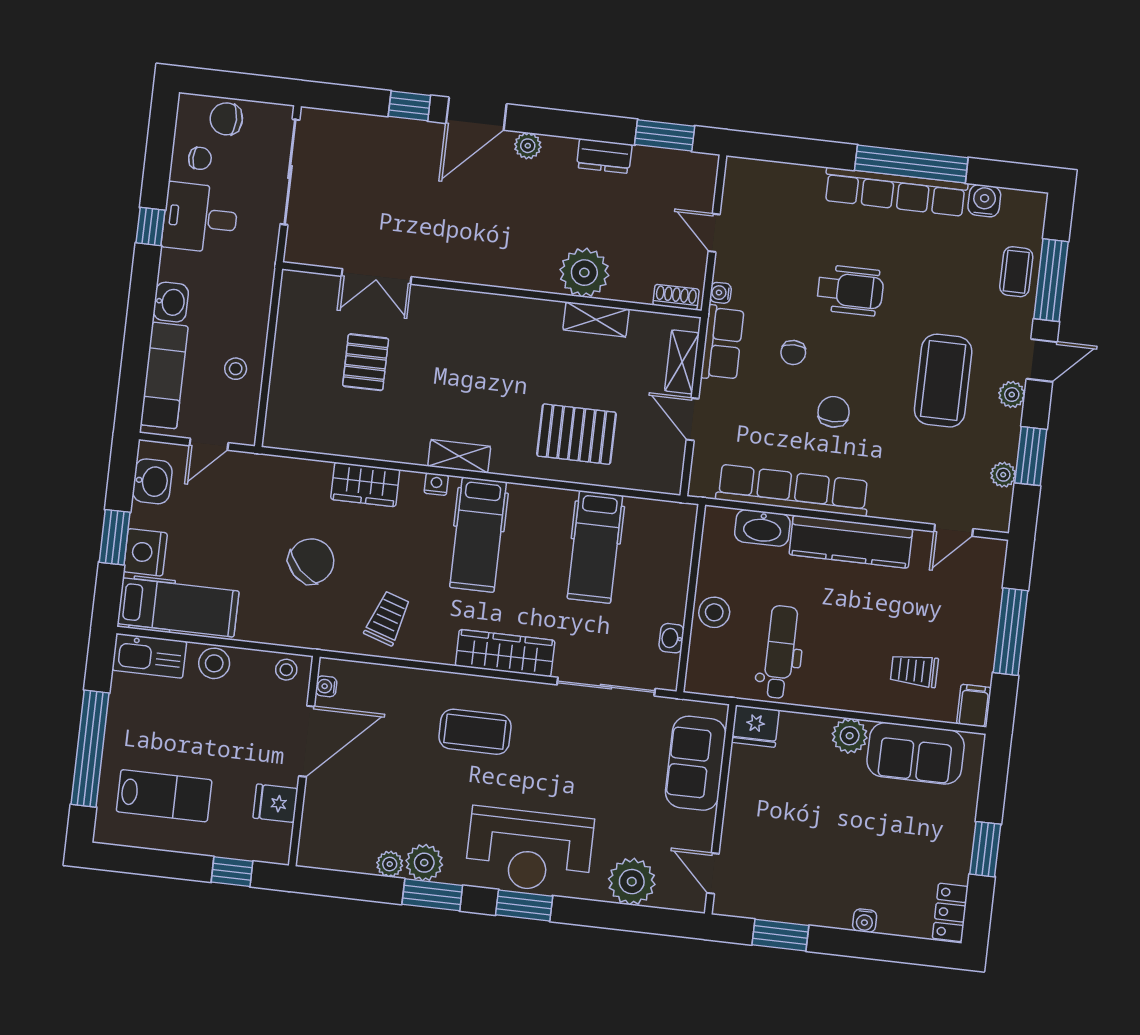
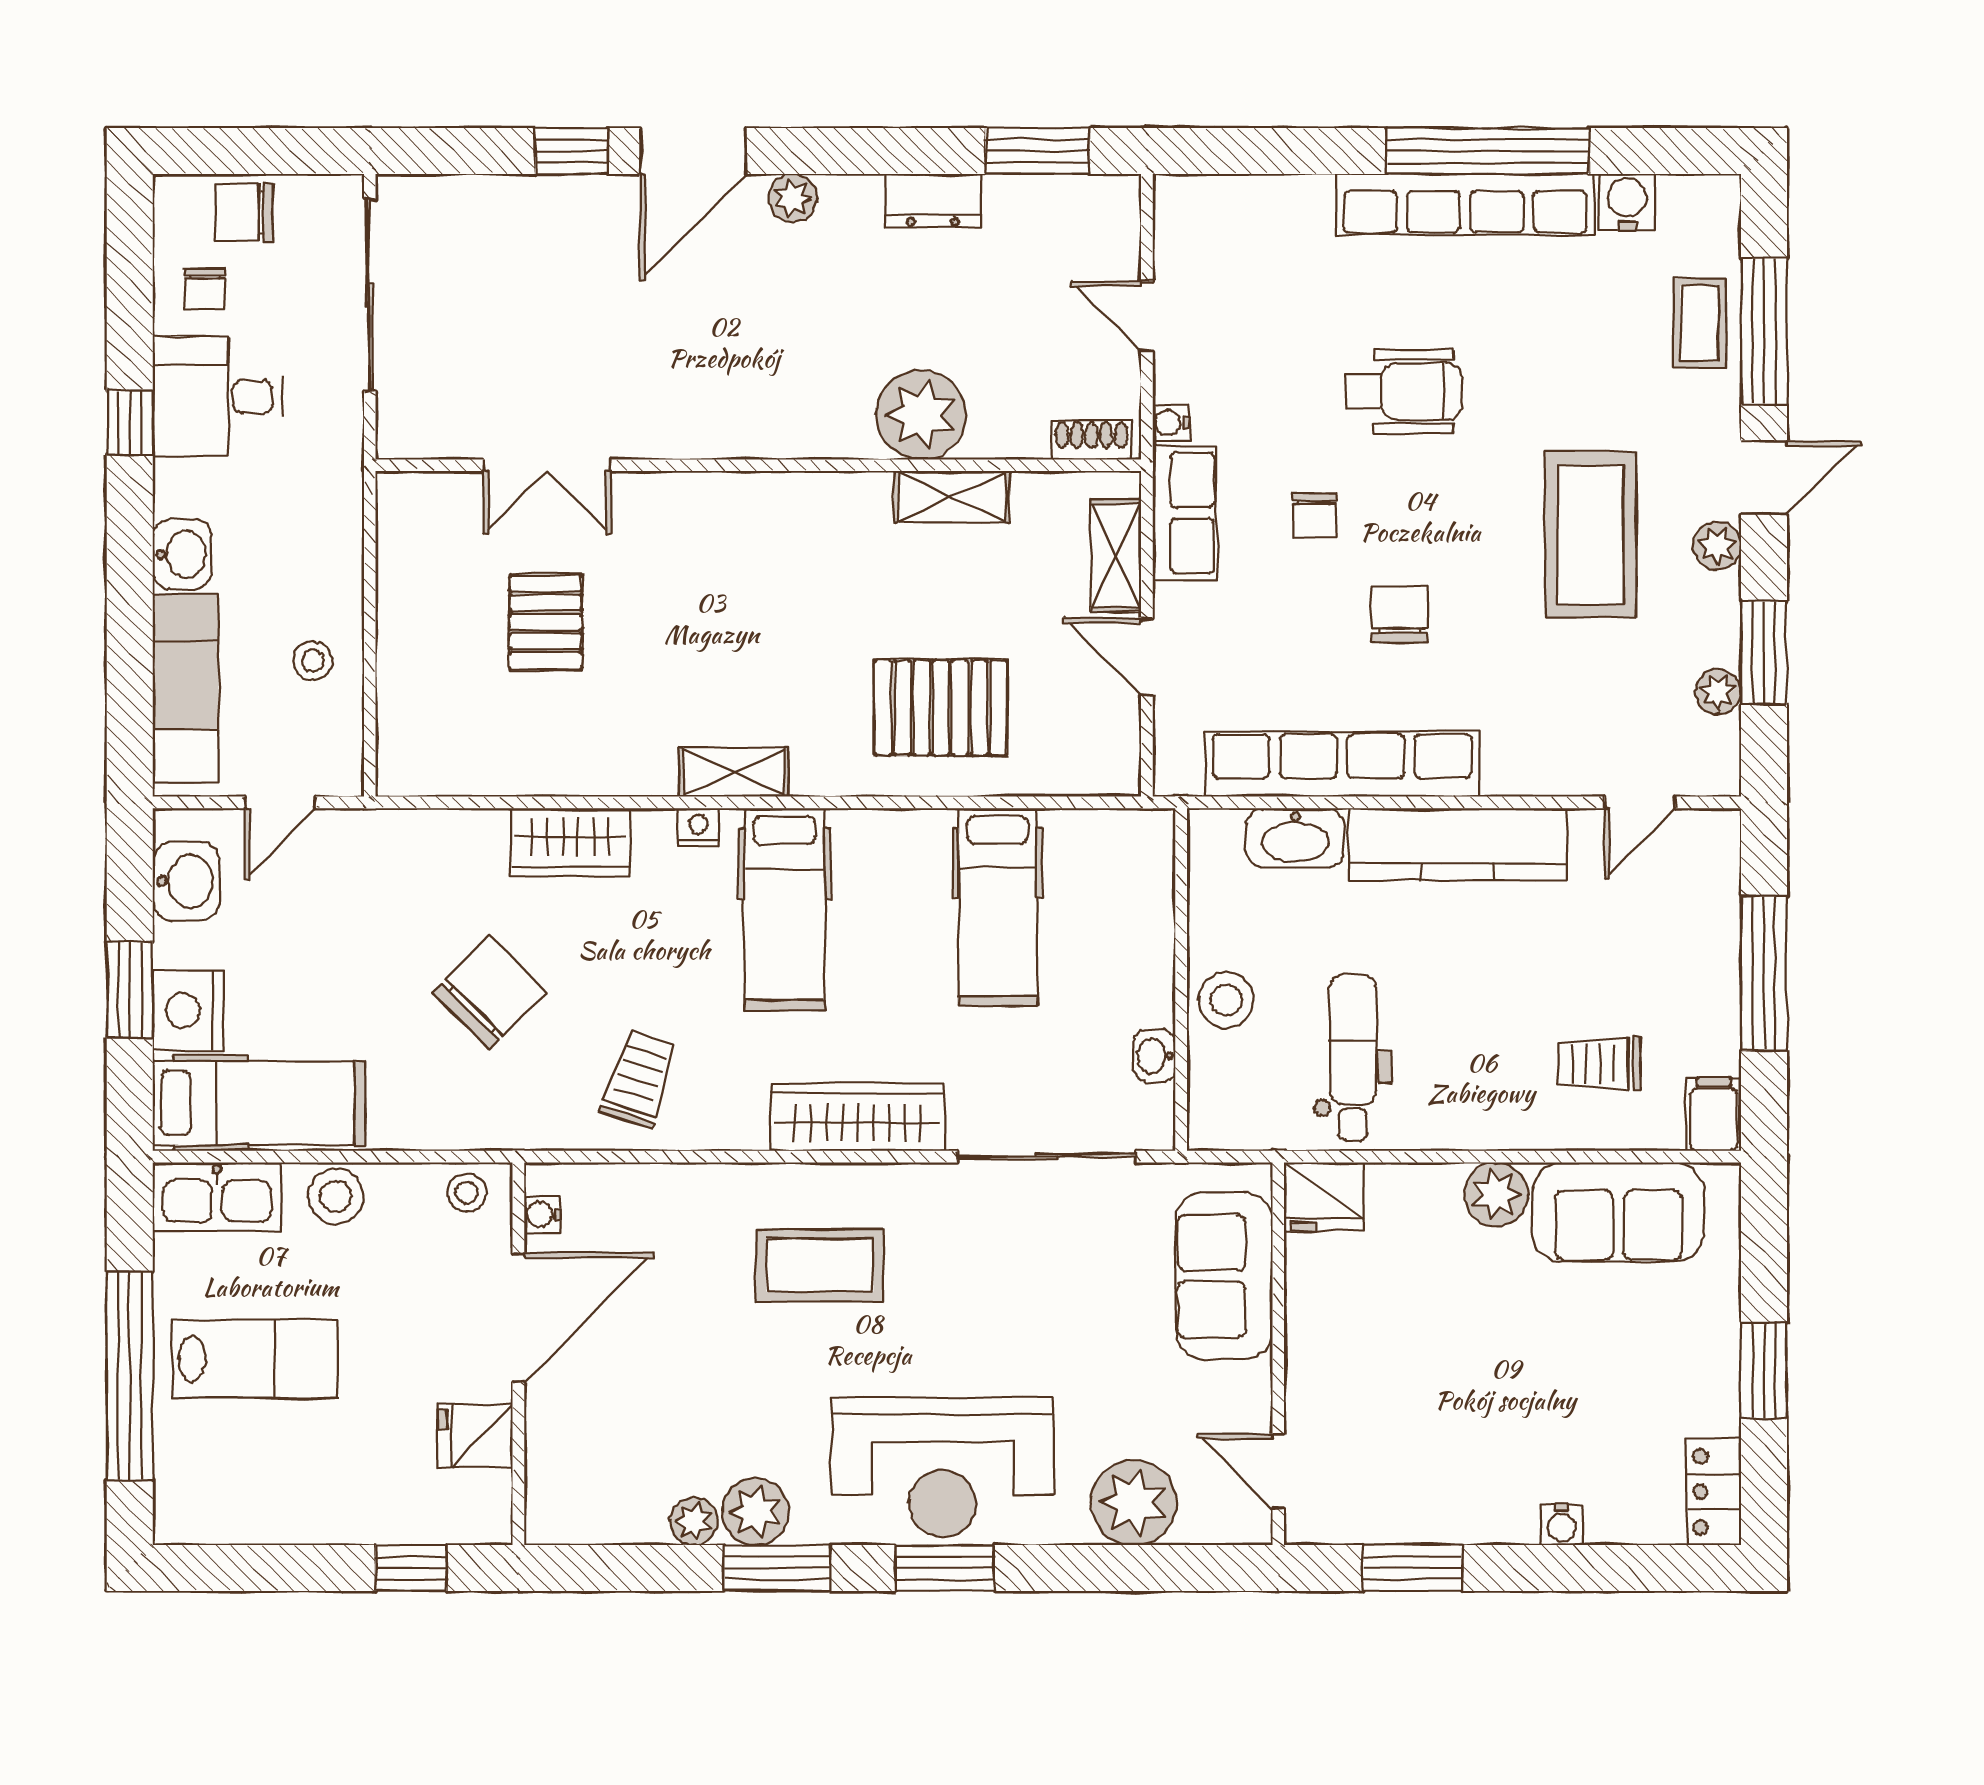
chair: (200, 158) -> (205, 289), turned 90
lab bench: (164, 796) -> (255, 1359), moved

